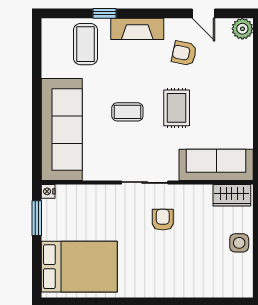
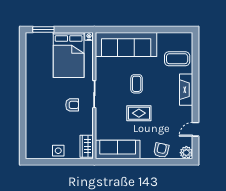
window: (104, 13) -> (195, 70), removed
armchair: (184, 53) -> (161, 150), moved
sofa: (216, 165) -> (118, 150), moved, turned -90
window: (37, 218) -> (43, 30), moved
bed: (79, 267) -> (69, 55), moved

